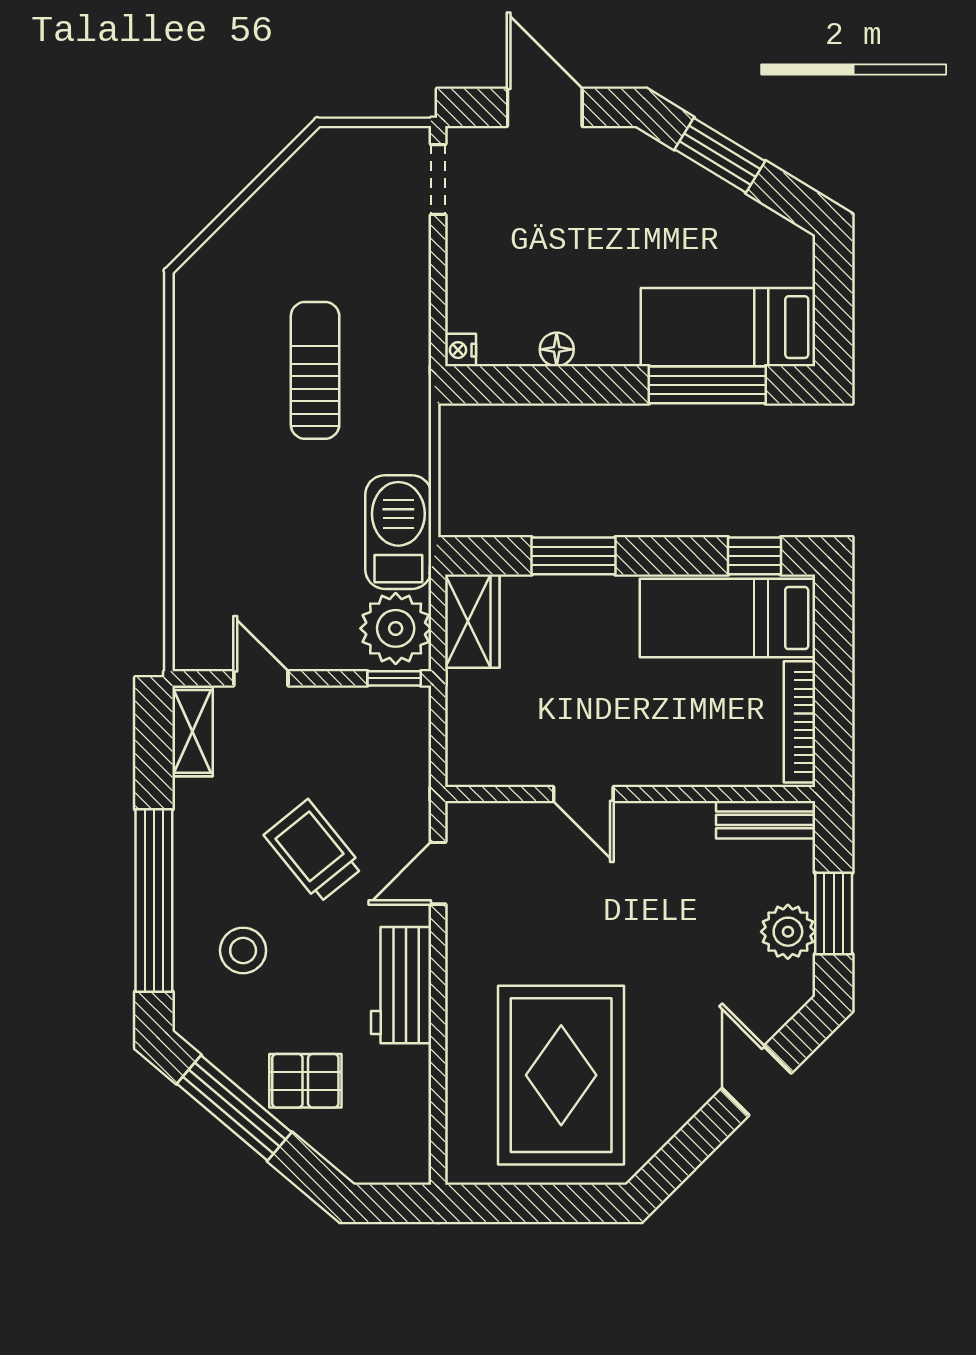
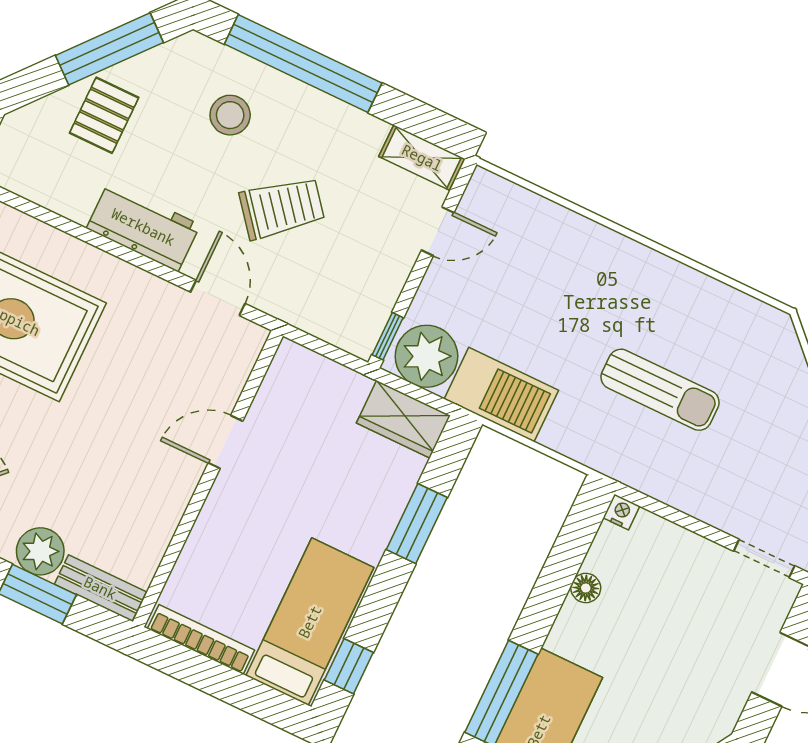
bench: (766, 820) -> (100, 588), moved, turned 90

